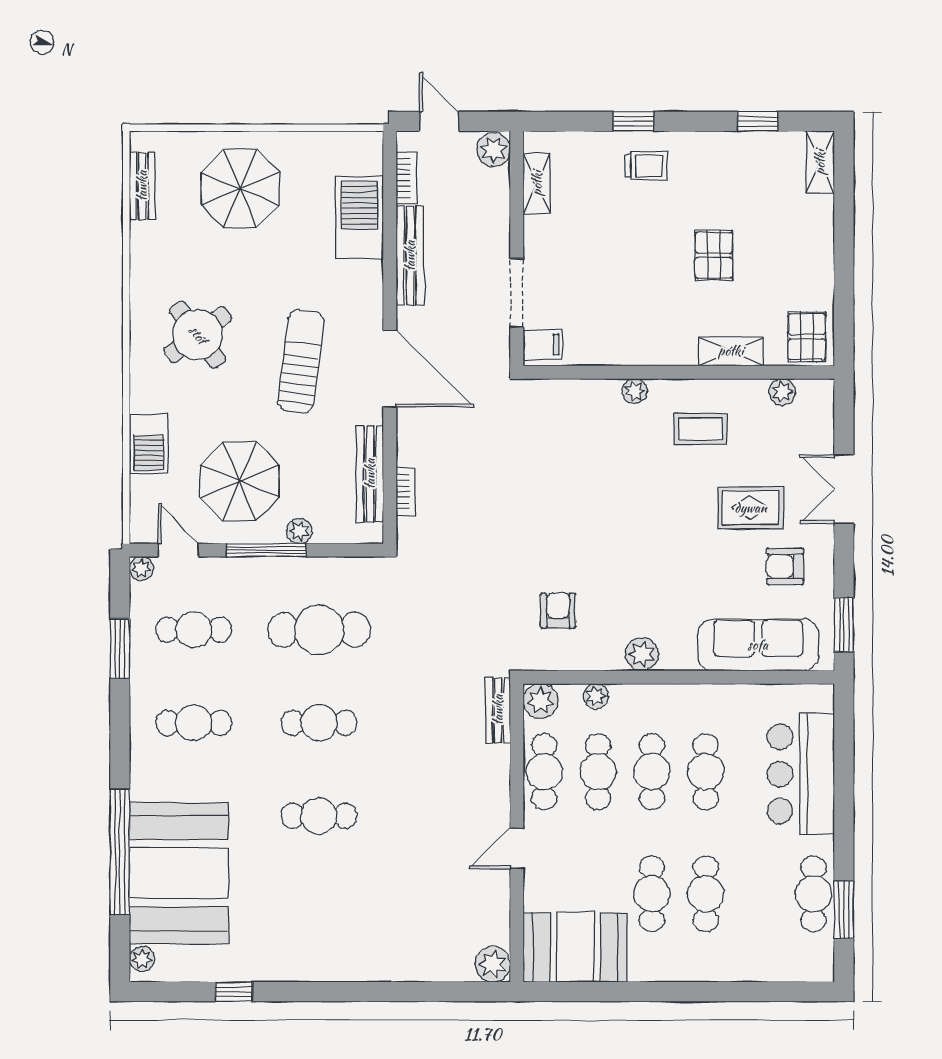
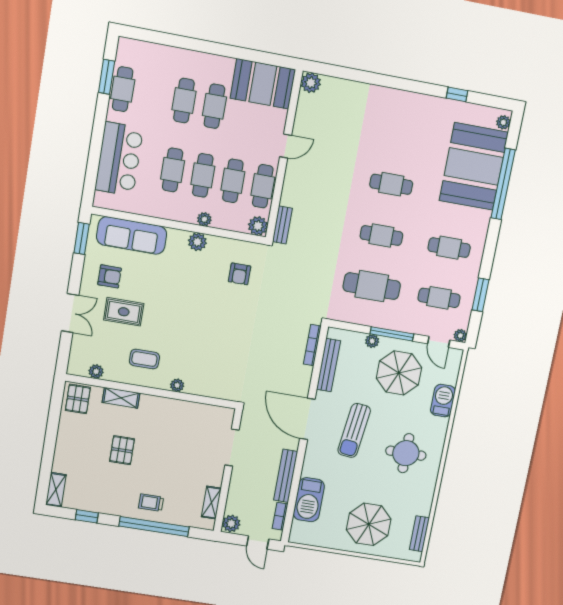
window: (633, 121) -> (154, 527), width x3.17
round table: (198, 335) -> (406, 453), turned 37
filing cabinet: (543, 345) -> (223, 418), removed
bookcase: (406, 492) -> (312, 345), width x1.56
plant: (596, 696) -> (204, 219), moved

